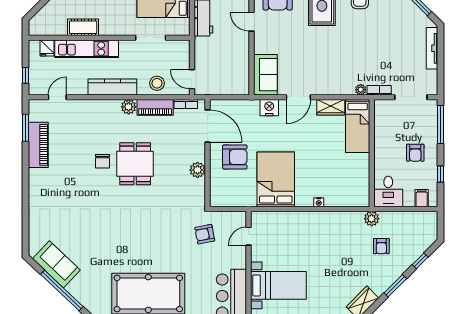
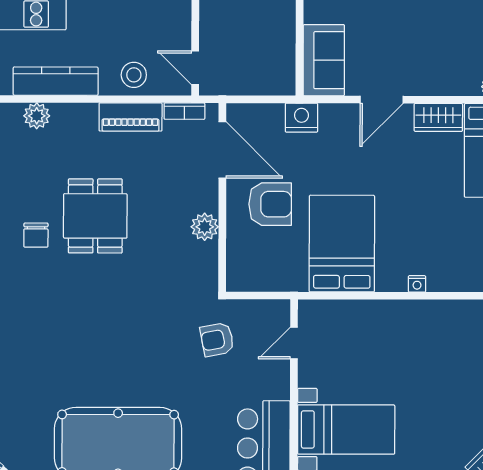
plant: (129, 107) -> (37, 116), moved
nightstand: (269, 108) -> (301, 118), moved
chair: (102, 161) -> (36, 235), moved

